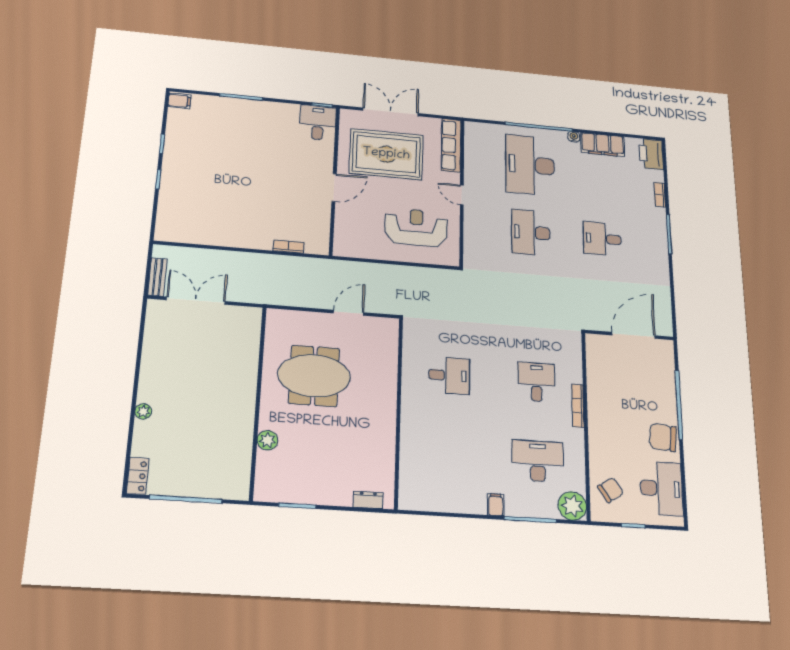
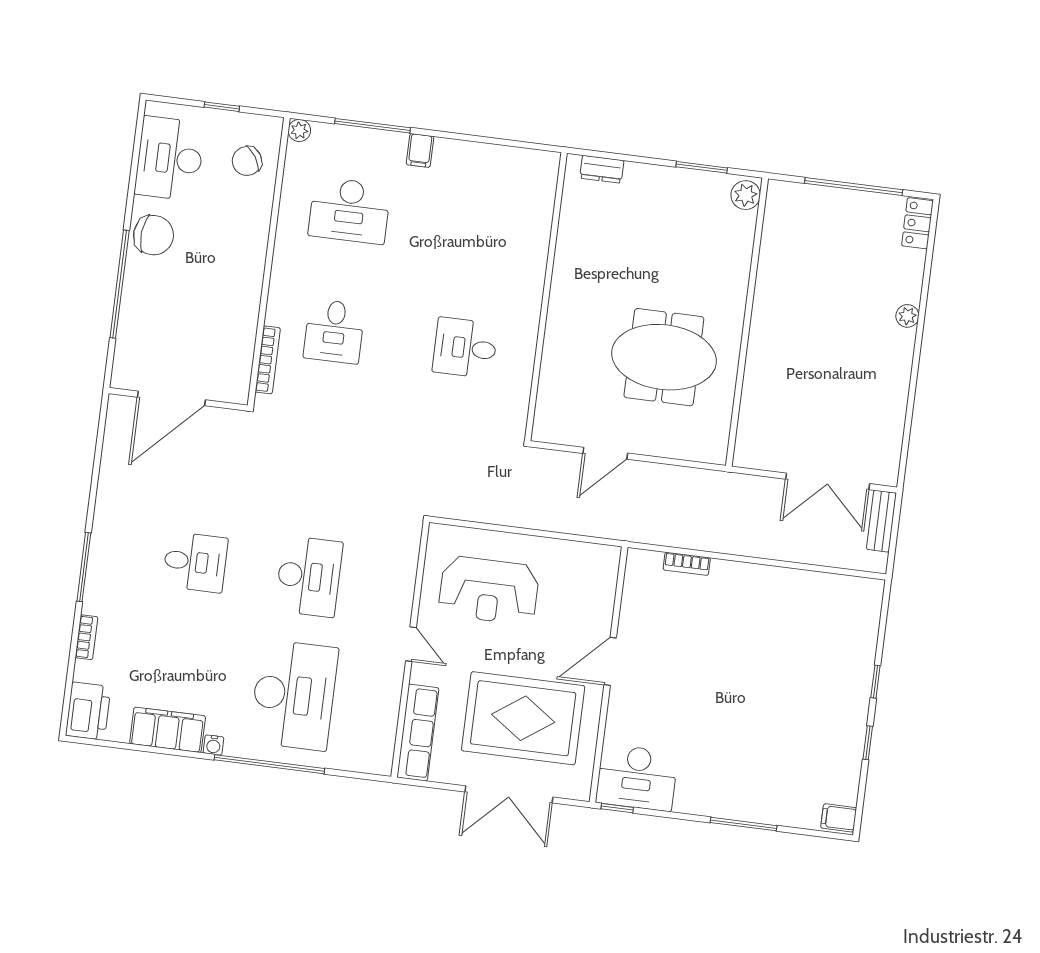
desk: (318, 123) -> (637, 778), width x1.37
bookcase: (578, 406) -> (268, 360), moved
plant: (267, 440) -> (746, 195), moved
plant: (572, 506) -> (299, 130), width x0.53, depth x0.53

